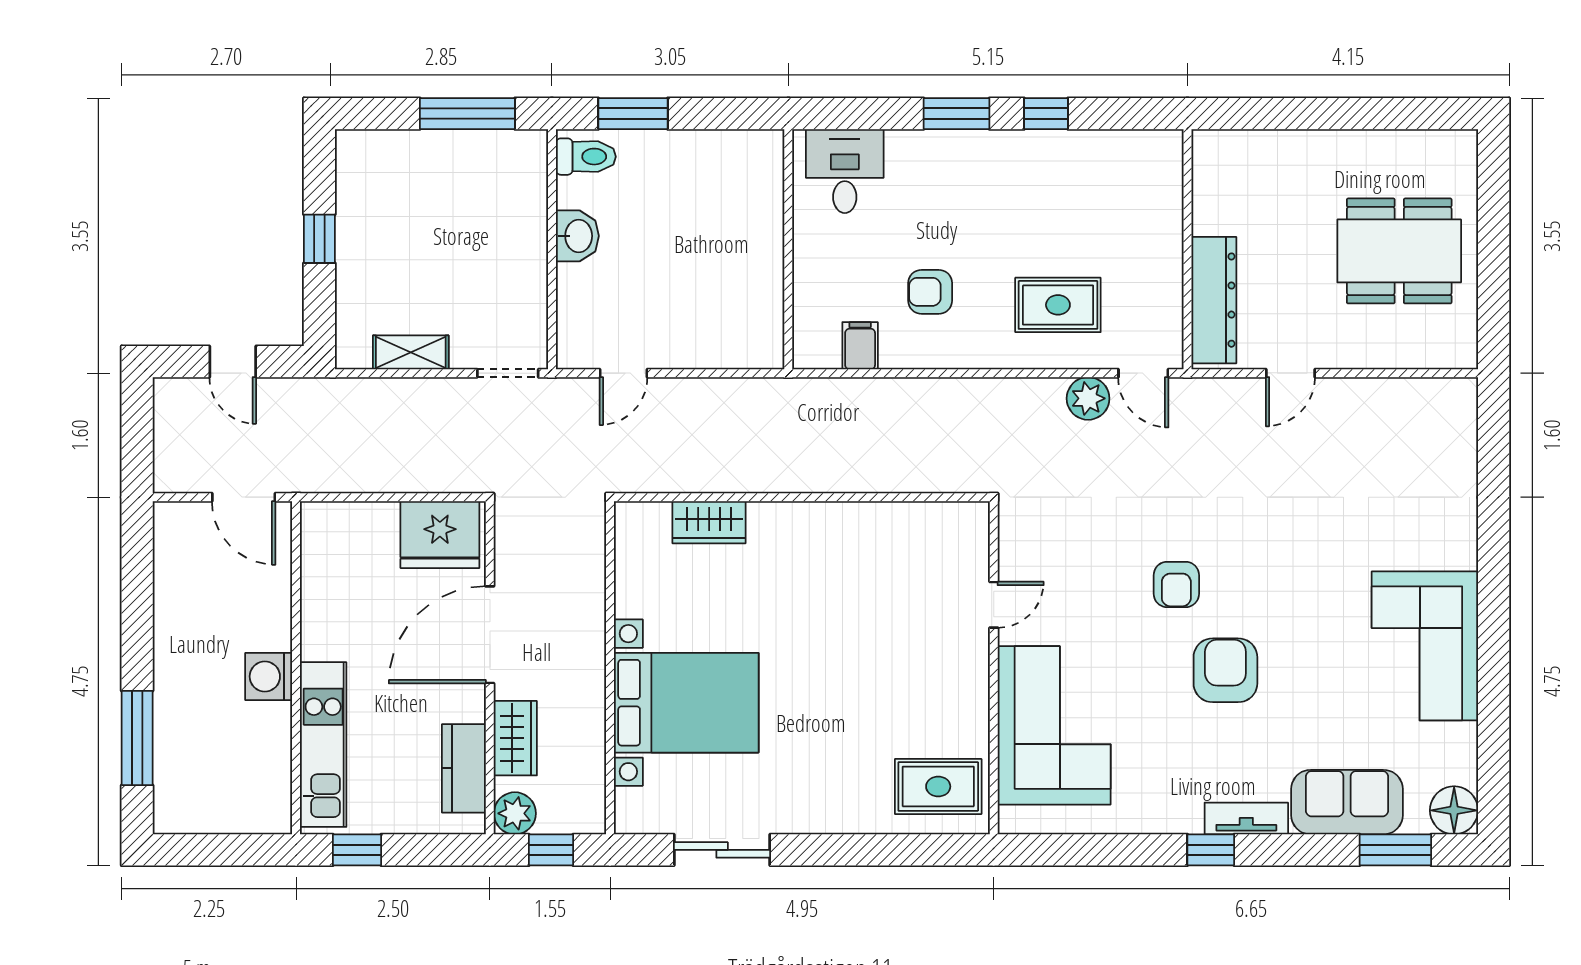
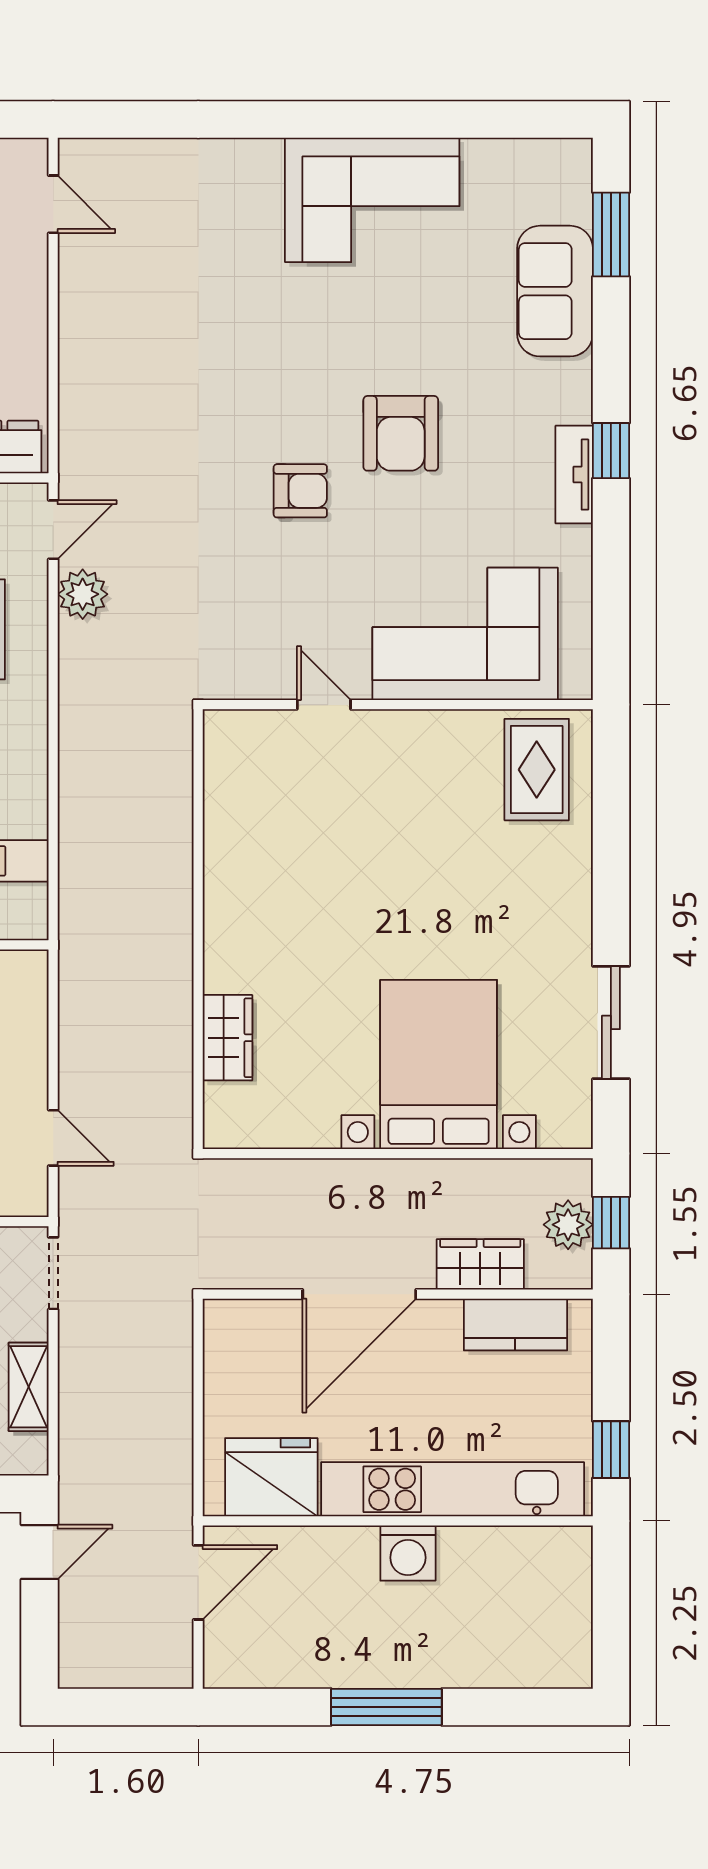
door: (233, 362) -> (39, 1552), moved
door: (1290, 373) -> (53, 204), moved
fridge: (440, 535) -> (271, 1477), moved, turned -90
door: (490, 635) -> (359, 1294), hinge flipped
armchair: (1225, 670) -> (401, 433), turned -90
window: (137, 738) -> (386, 1707), moved
kitchen unit: (323, 745) -> (453, 1489), width x1.36
floor lamp: (1454, 810) -> (565, 166), removed
plant: (515, 813) -> (568, 1225), moved
tv unit: (1246, 818) -> (574, 475), moved

